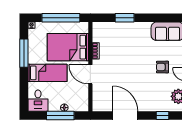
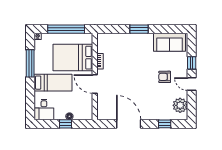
window: (125, 18) -> (139, 29), moved
window: (60, 115) -> (65, 124), width x0.46

